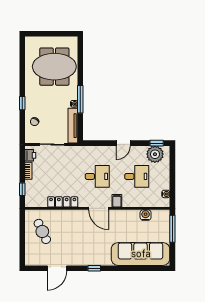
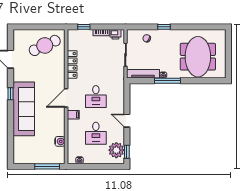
cafe table: (42, 231) -> (45, 45), width x1.37, depth x1.35
sofa: (141, 254) -> (24, 109), moved

